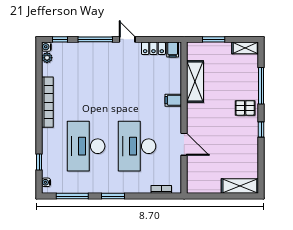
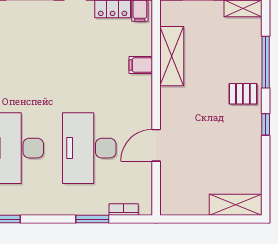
filing cabinet: (173, 100) -> (141, 65), moved
door: (184, 144) -> (156, 145), swing flipped
window: (113, 196) -> (92, 219), moved

